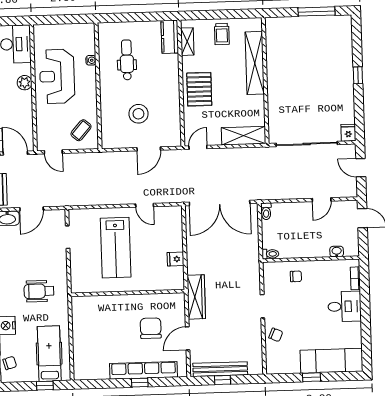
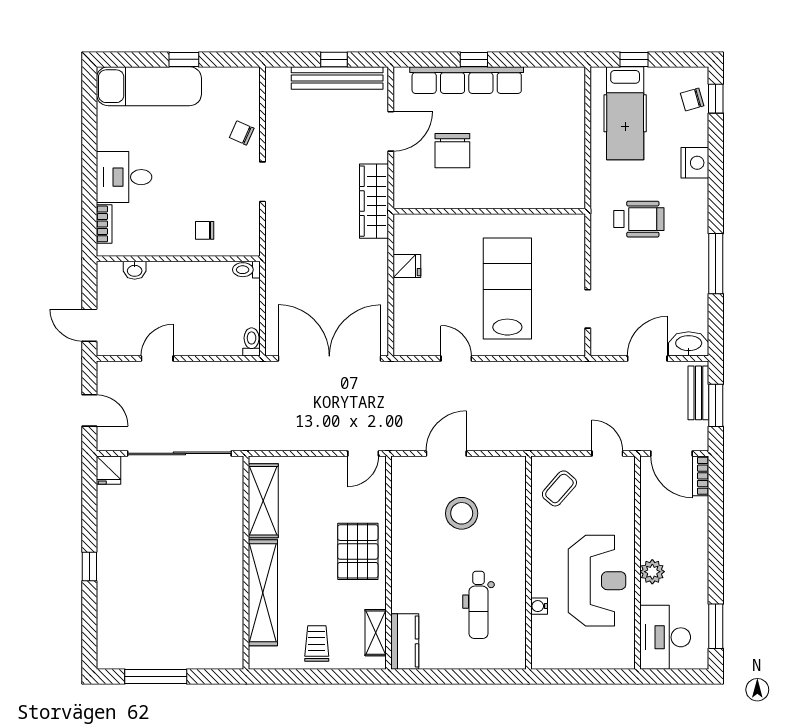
shelving: (244, 136) -> (263, 501), moved, turned 90

